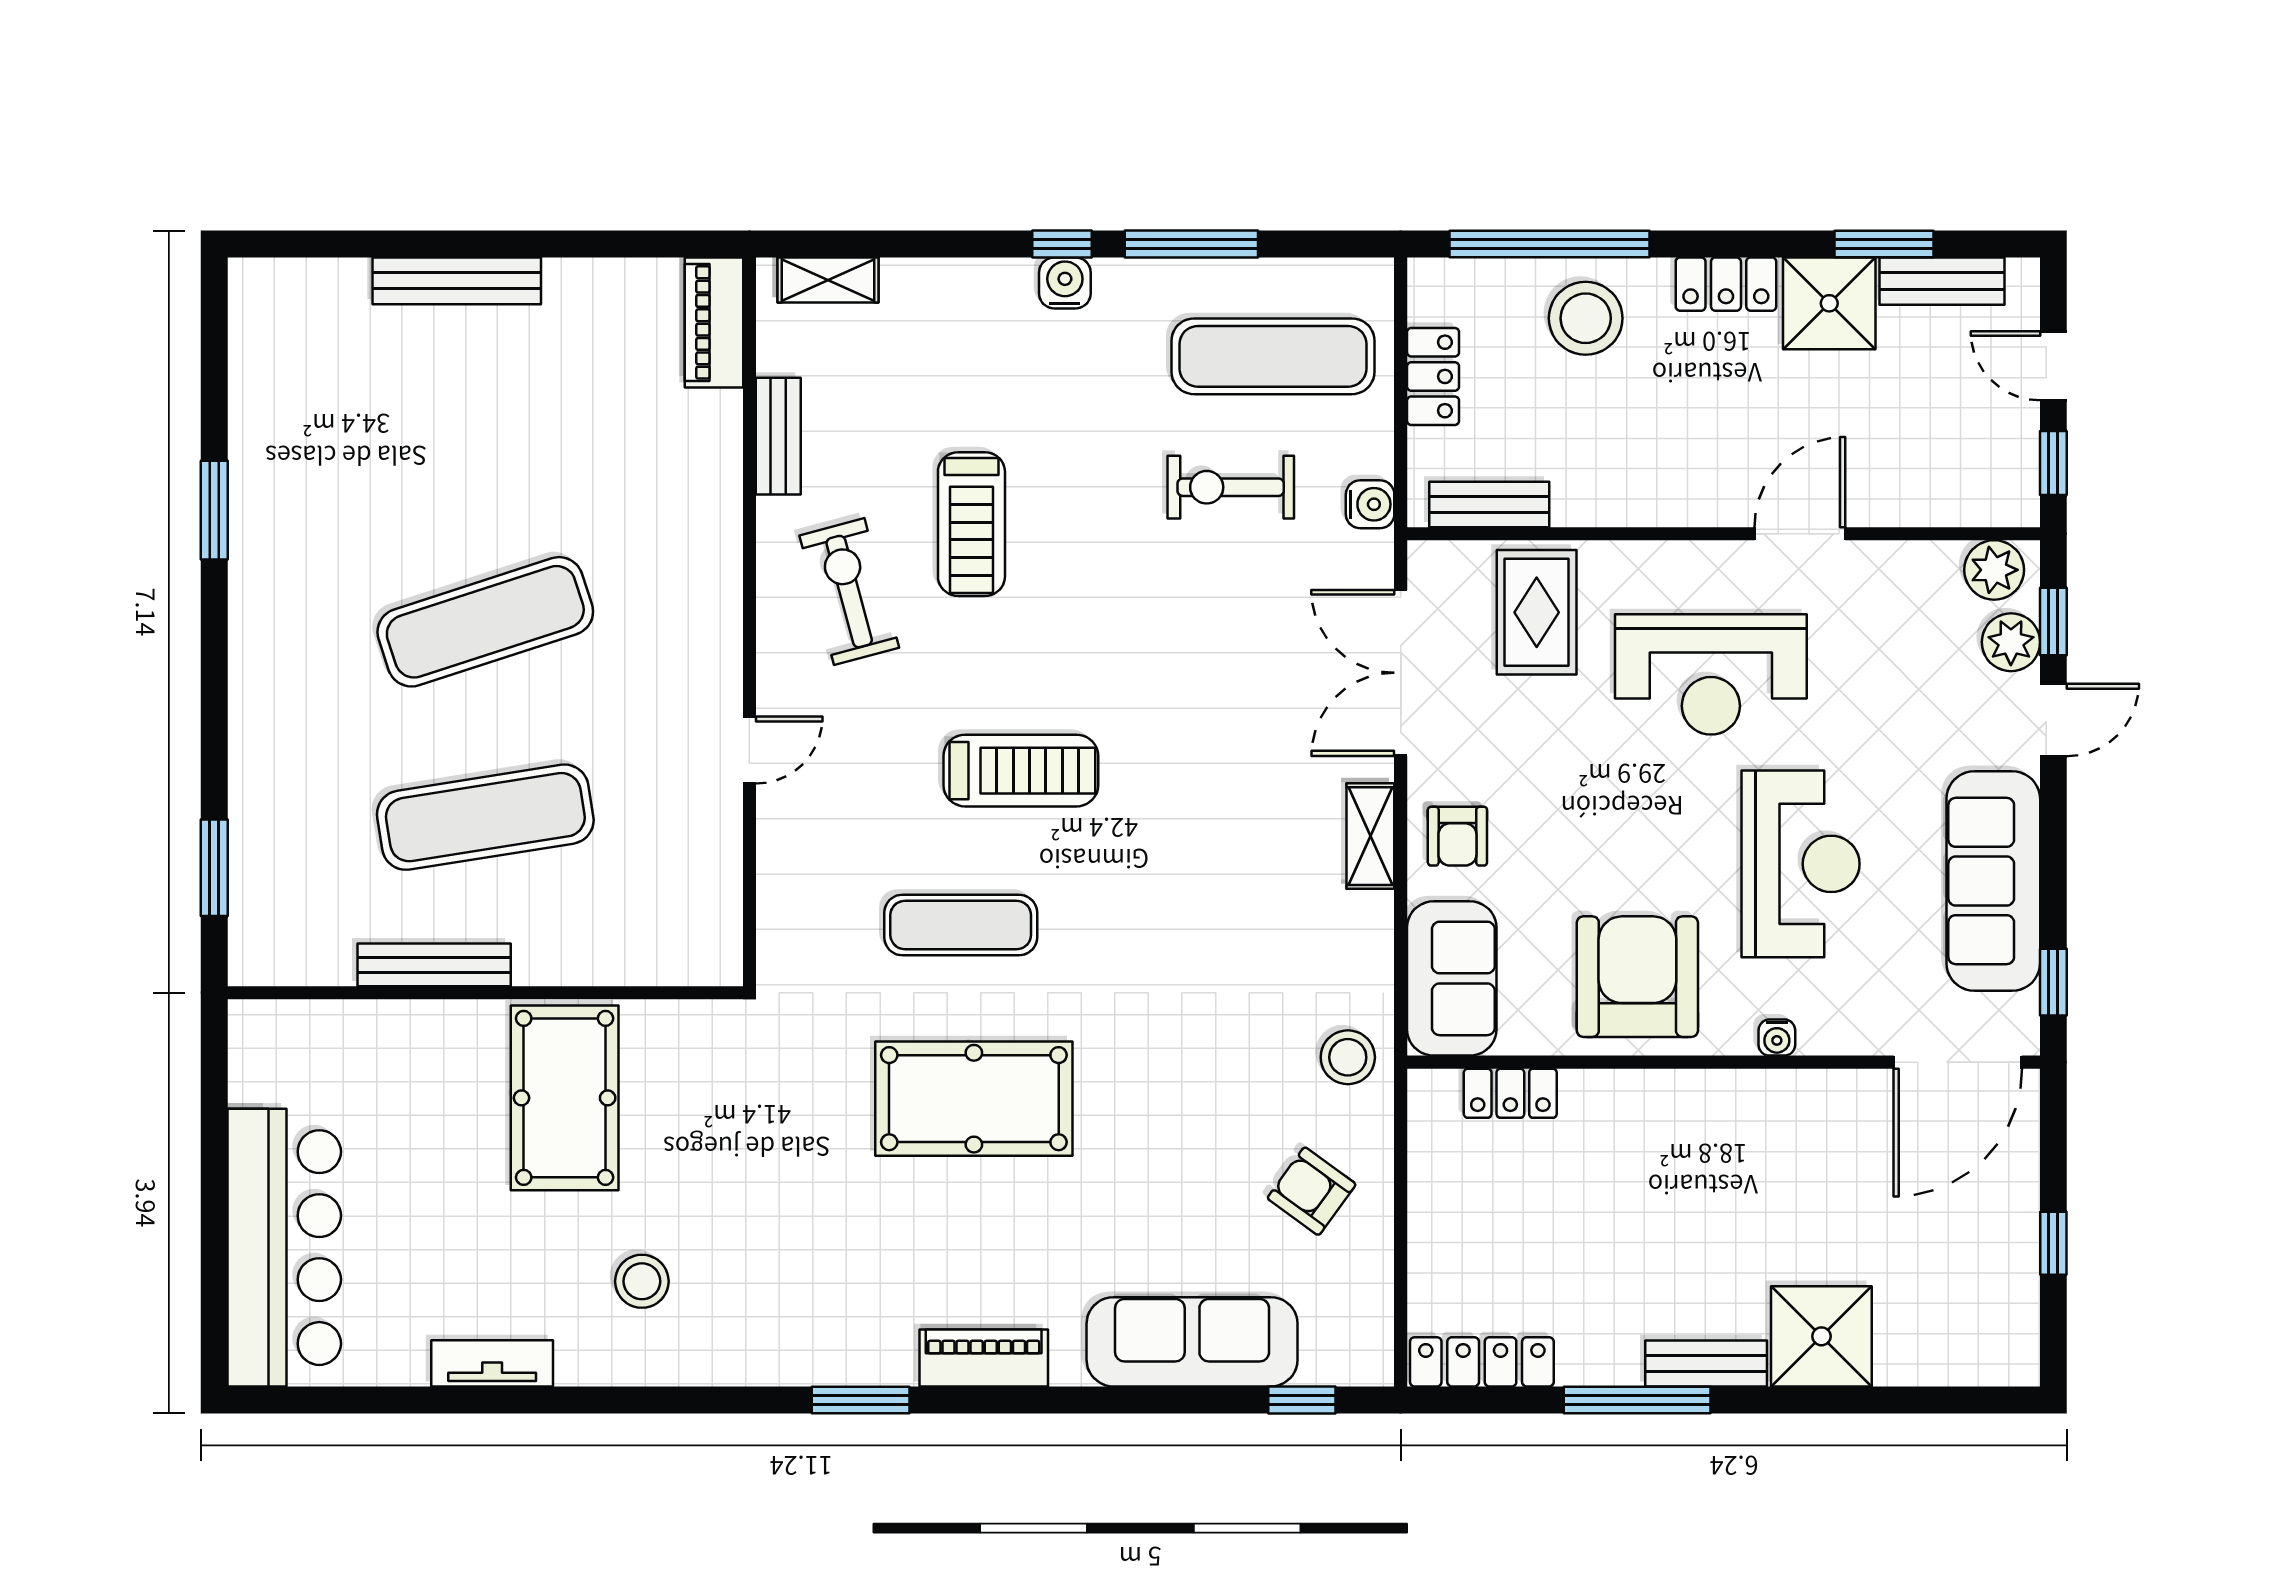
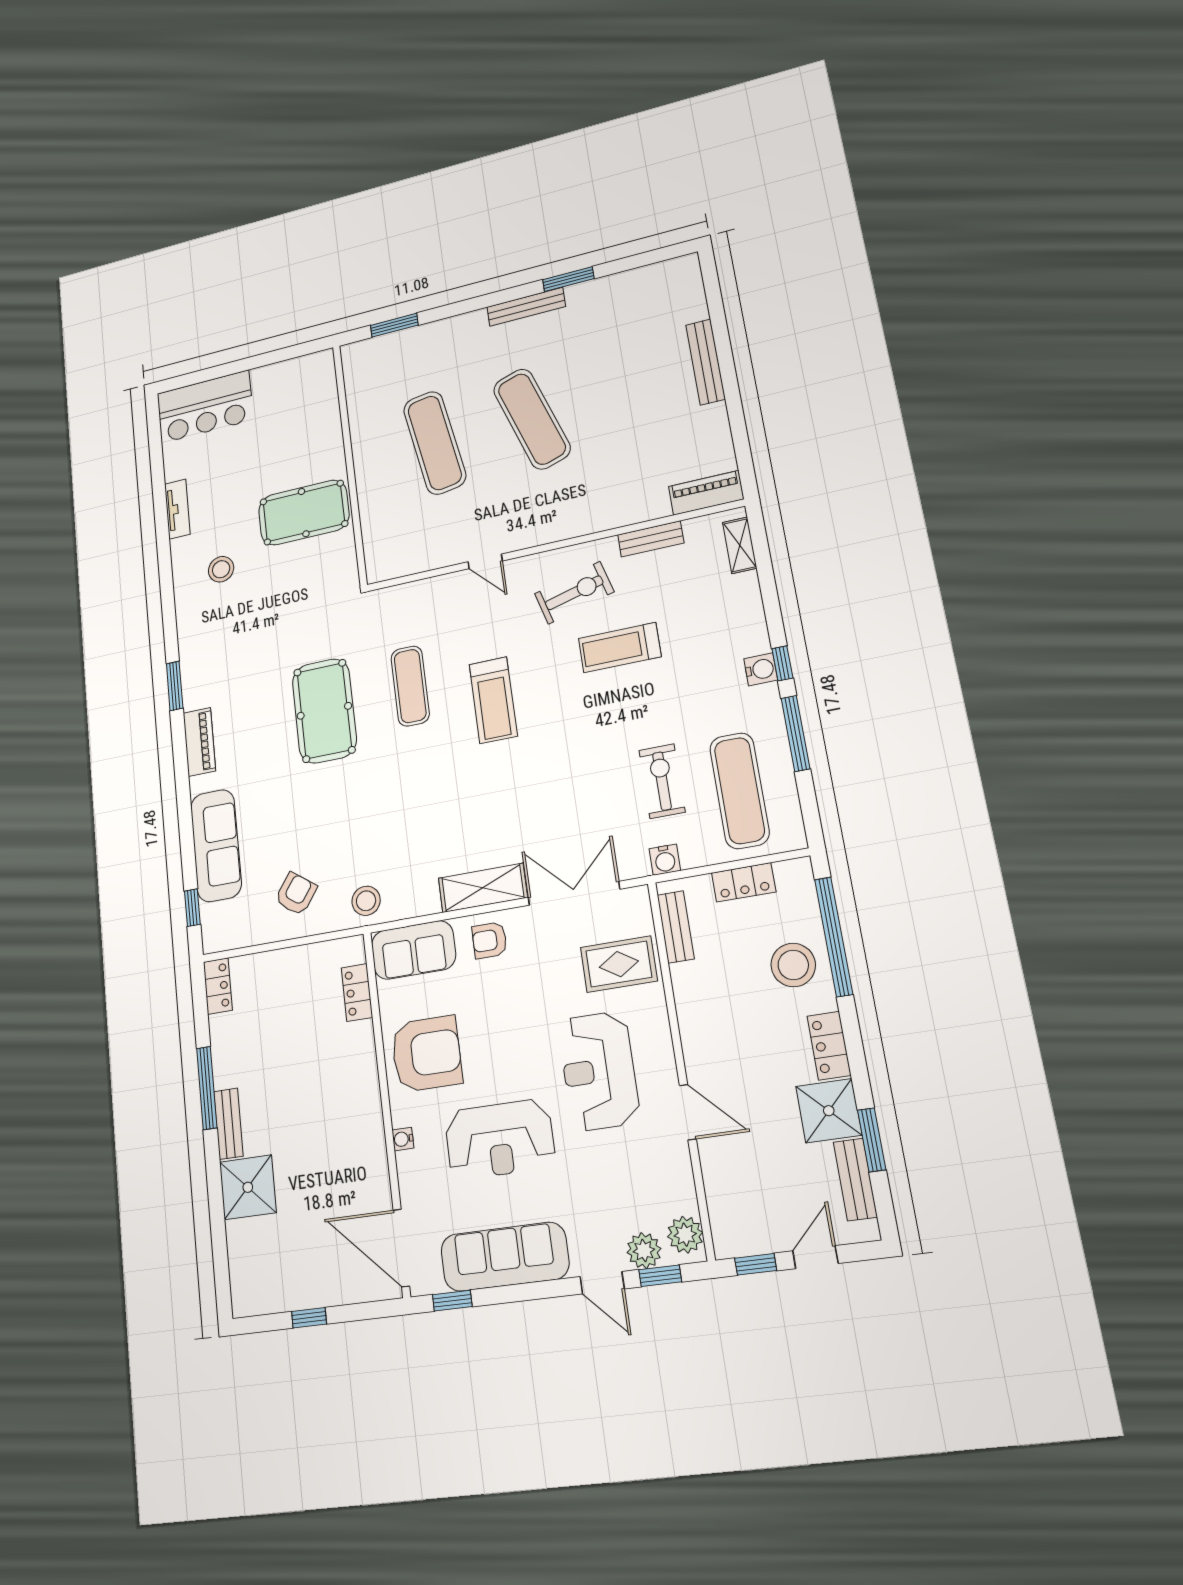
shelving: (1370, 836) -> (483, 888), width x1.50, depth x1.33
bench: (434, 965) -> (526, 307), moved, turned 90
bar counter: (284, 1248) -> (205, 407), width x0.73
locker: (1482, 1362) -> (218, 986), width x0.66

